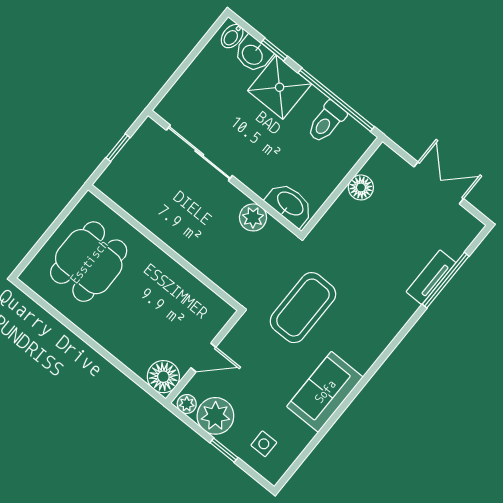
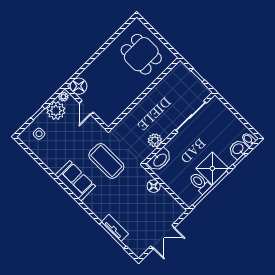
shower: (280, 87) -> (212, 168), moved
floor lamp: (361, 187) -> (154, 186), moved
sofa: (325, 392) -> (75, 181), moved

